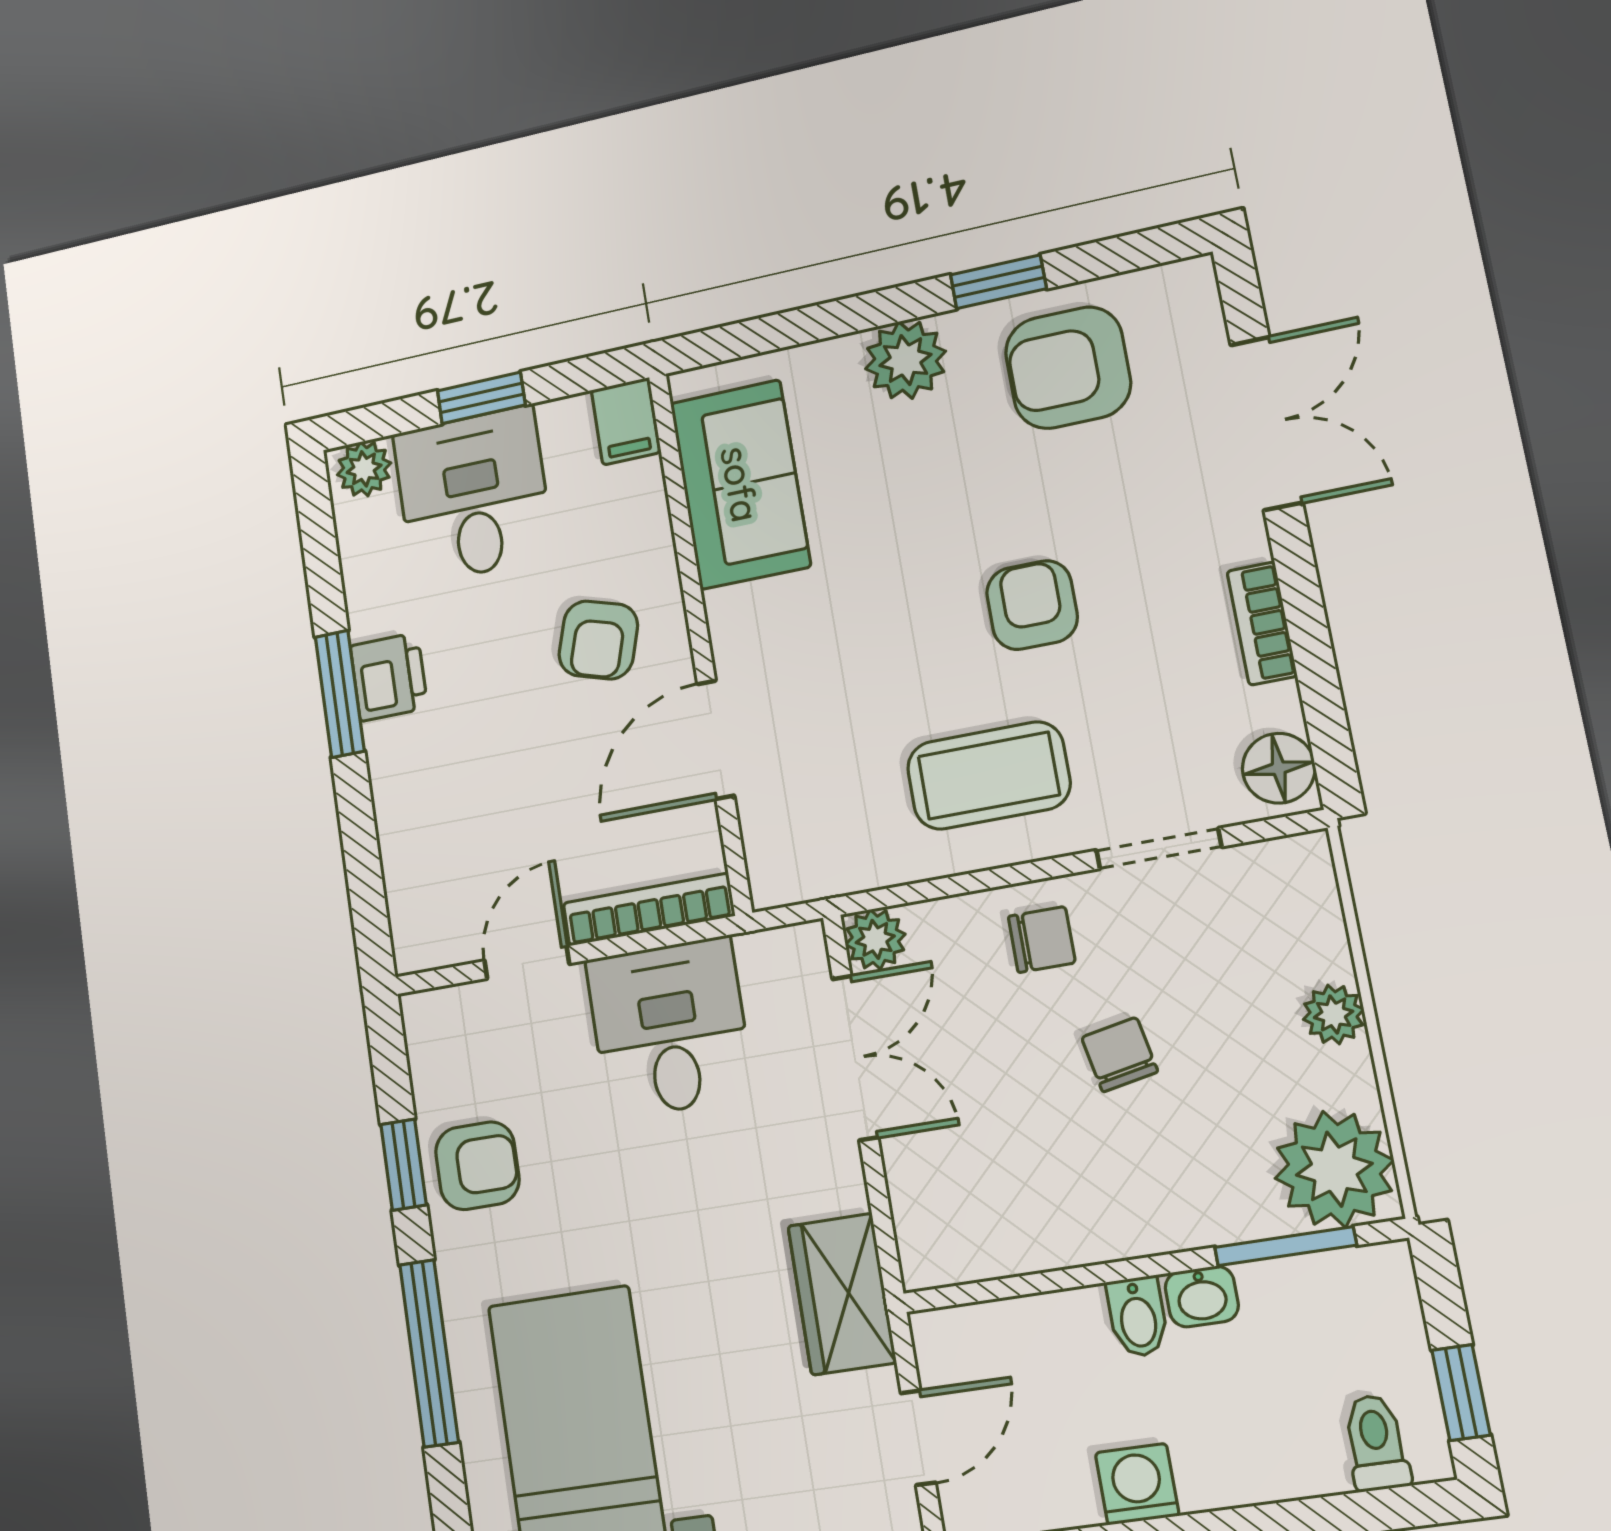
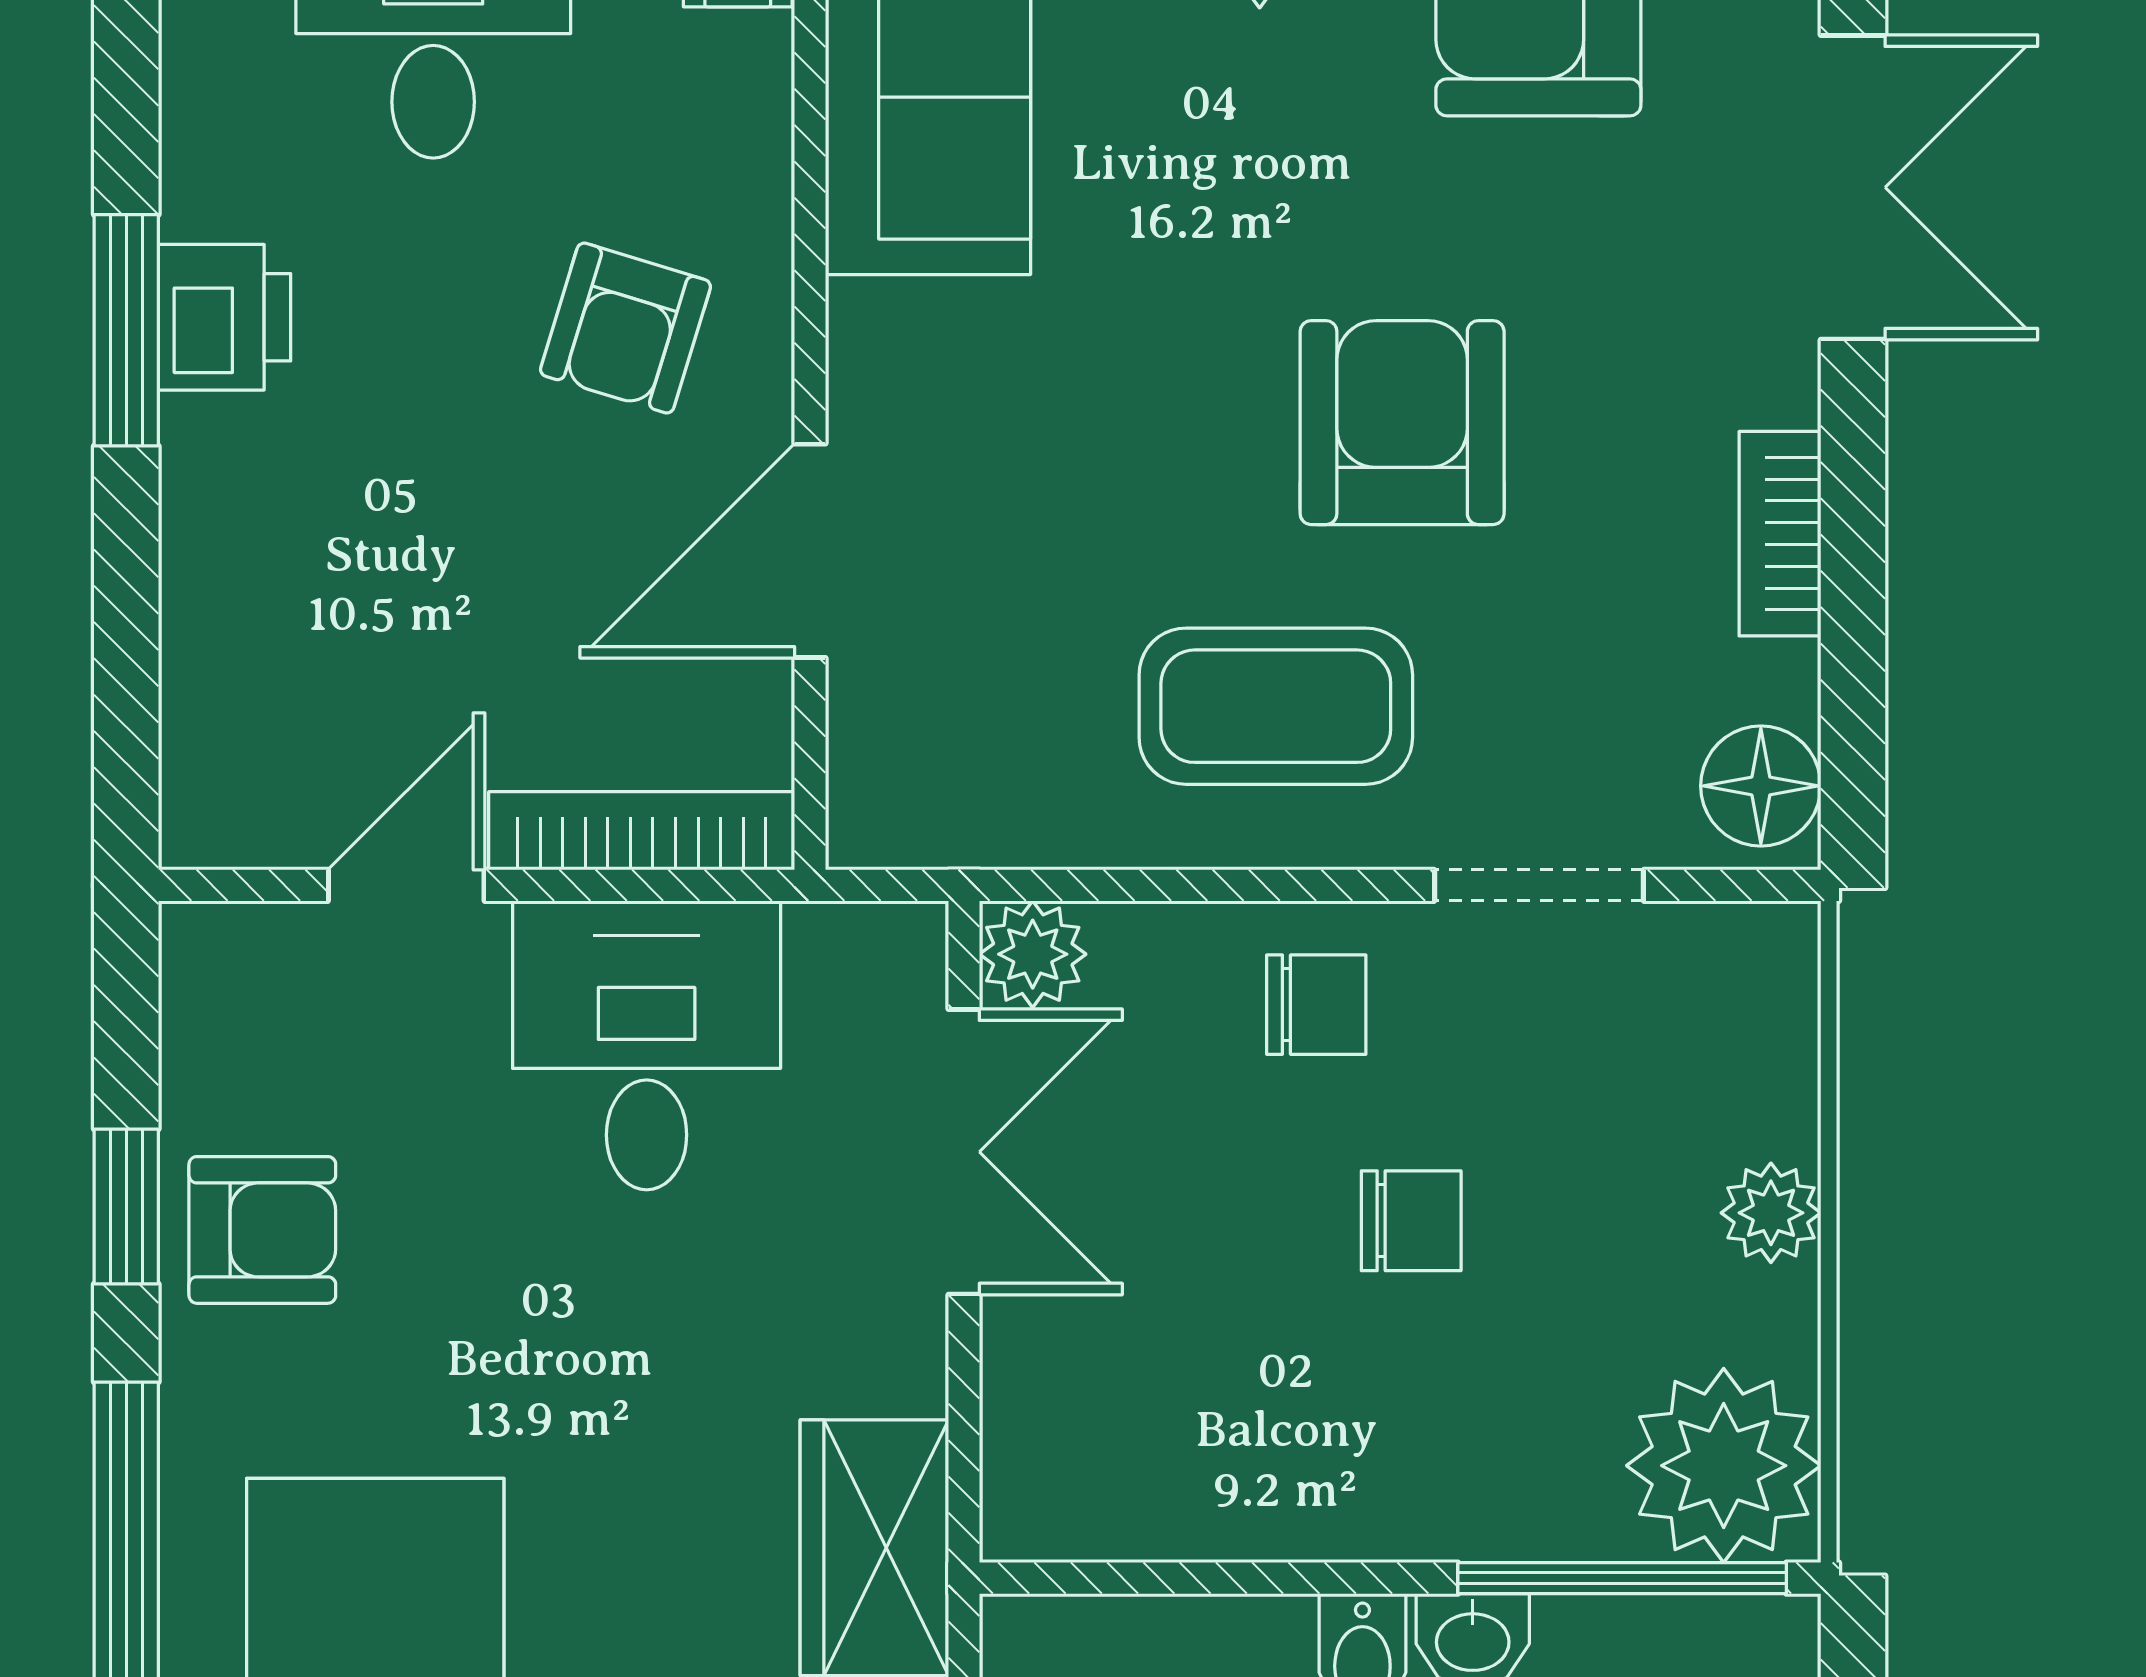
armchair: (1032, 605) -> (1402, 423), width x1.38, depth x1.38
chair: (1120, 1055) -> (1411, 1221), turned 101
window: (1285, 1246) -> (1622, 1578), width x1.44

